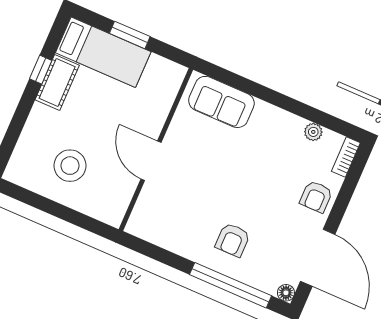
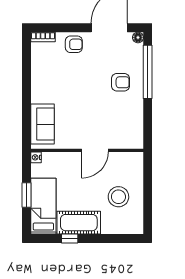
nightstand: (178, 72) -> (36, 157), added
cot: (57, 83) -> (79, 223), width x1.37, depth x1.34
plant: (313, 132) -> (37, 63), removed

